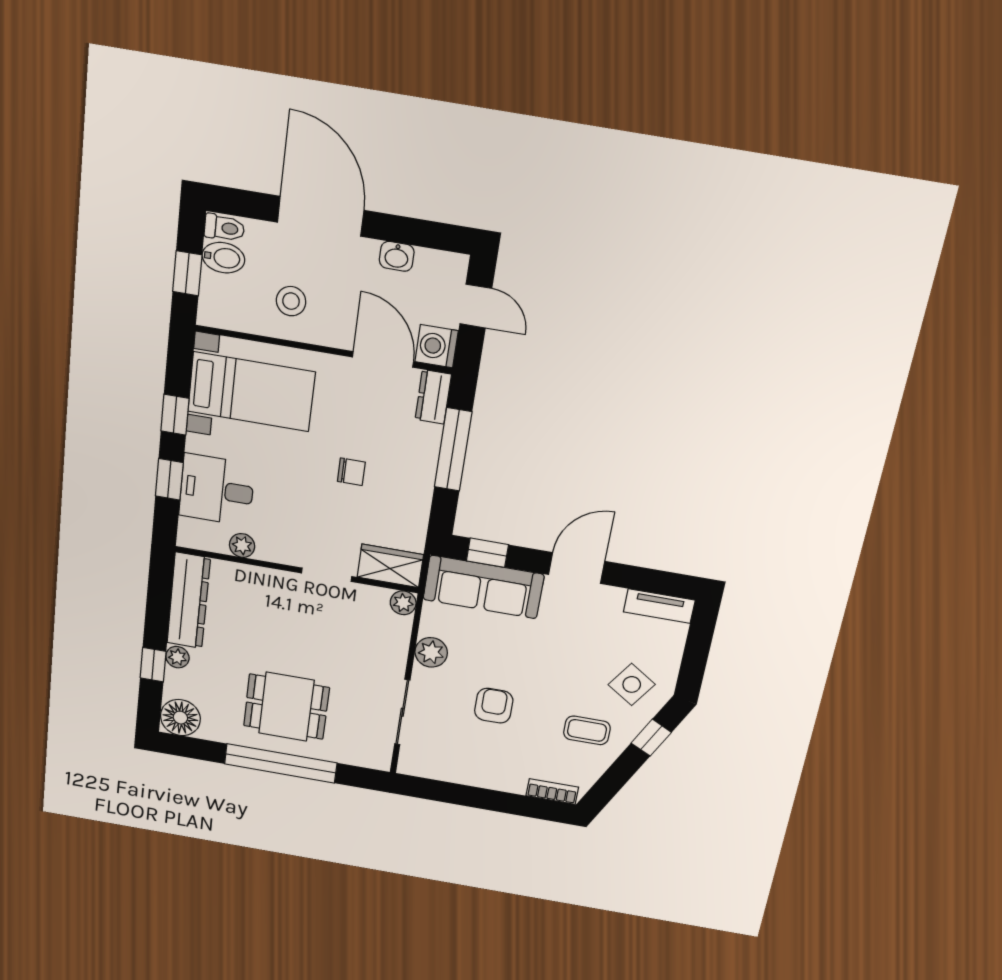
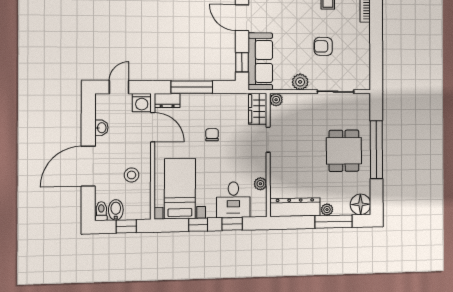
door: (383, 359) -> (153, 127), swing flipped
window: (153, 665) -> (334, 222), width x2.17

